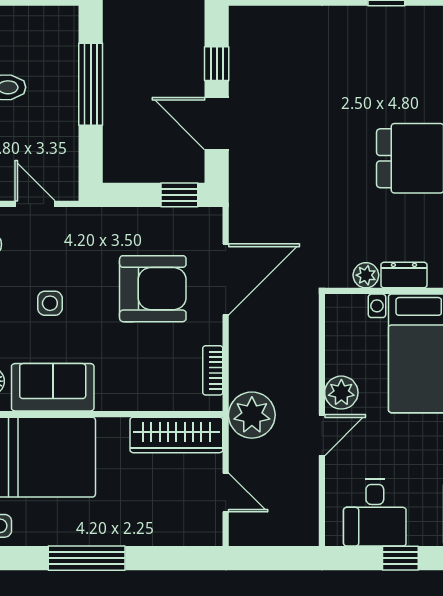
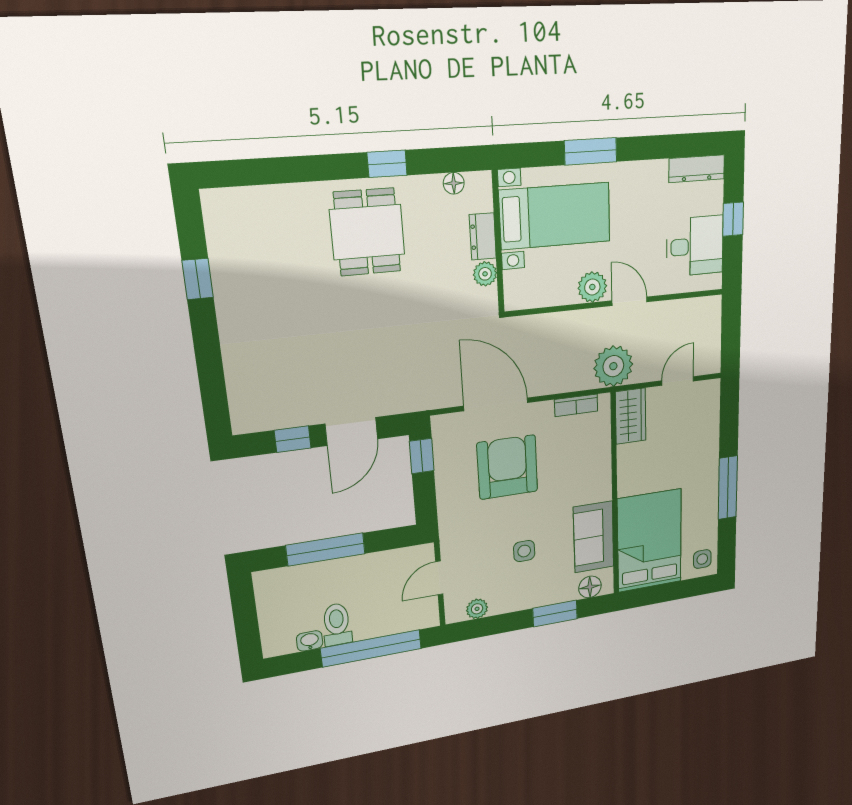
wardrobe: (176, 435) -> (631, 416), width x0.67

